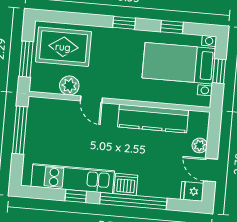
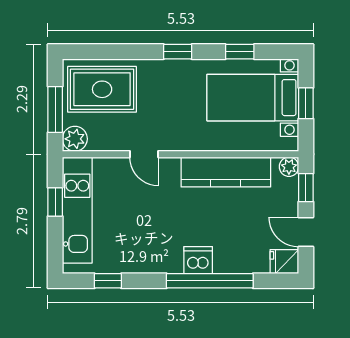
plant: (69, 86) -> (75, 139), moved
window: (20, 130) -> (55, 202), width x0.46
window: (213, 136) -> (306, 188), added
plant: (200, 145) -> (289, 167), moved
kitchen unit: (73, 179) -> (77, 210), moved, turned 90
window: (76, 196) -> (108, 281), moved

